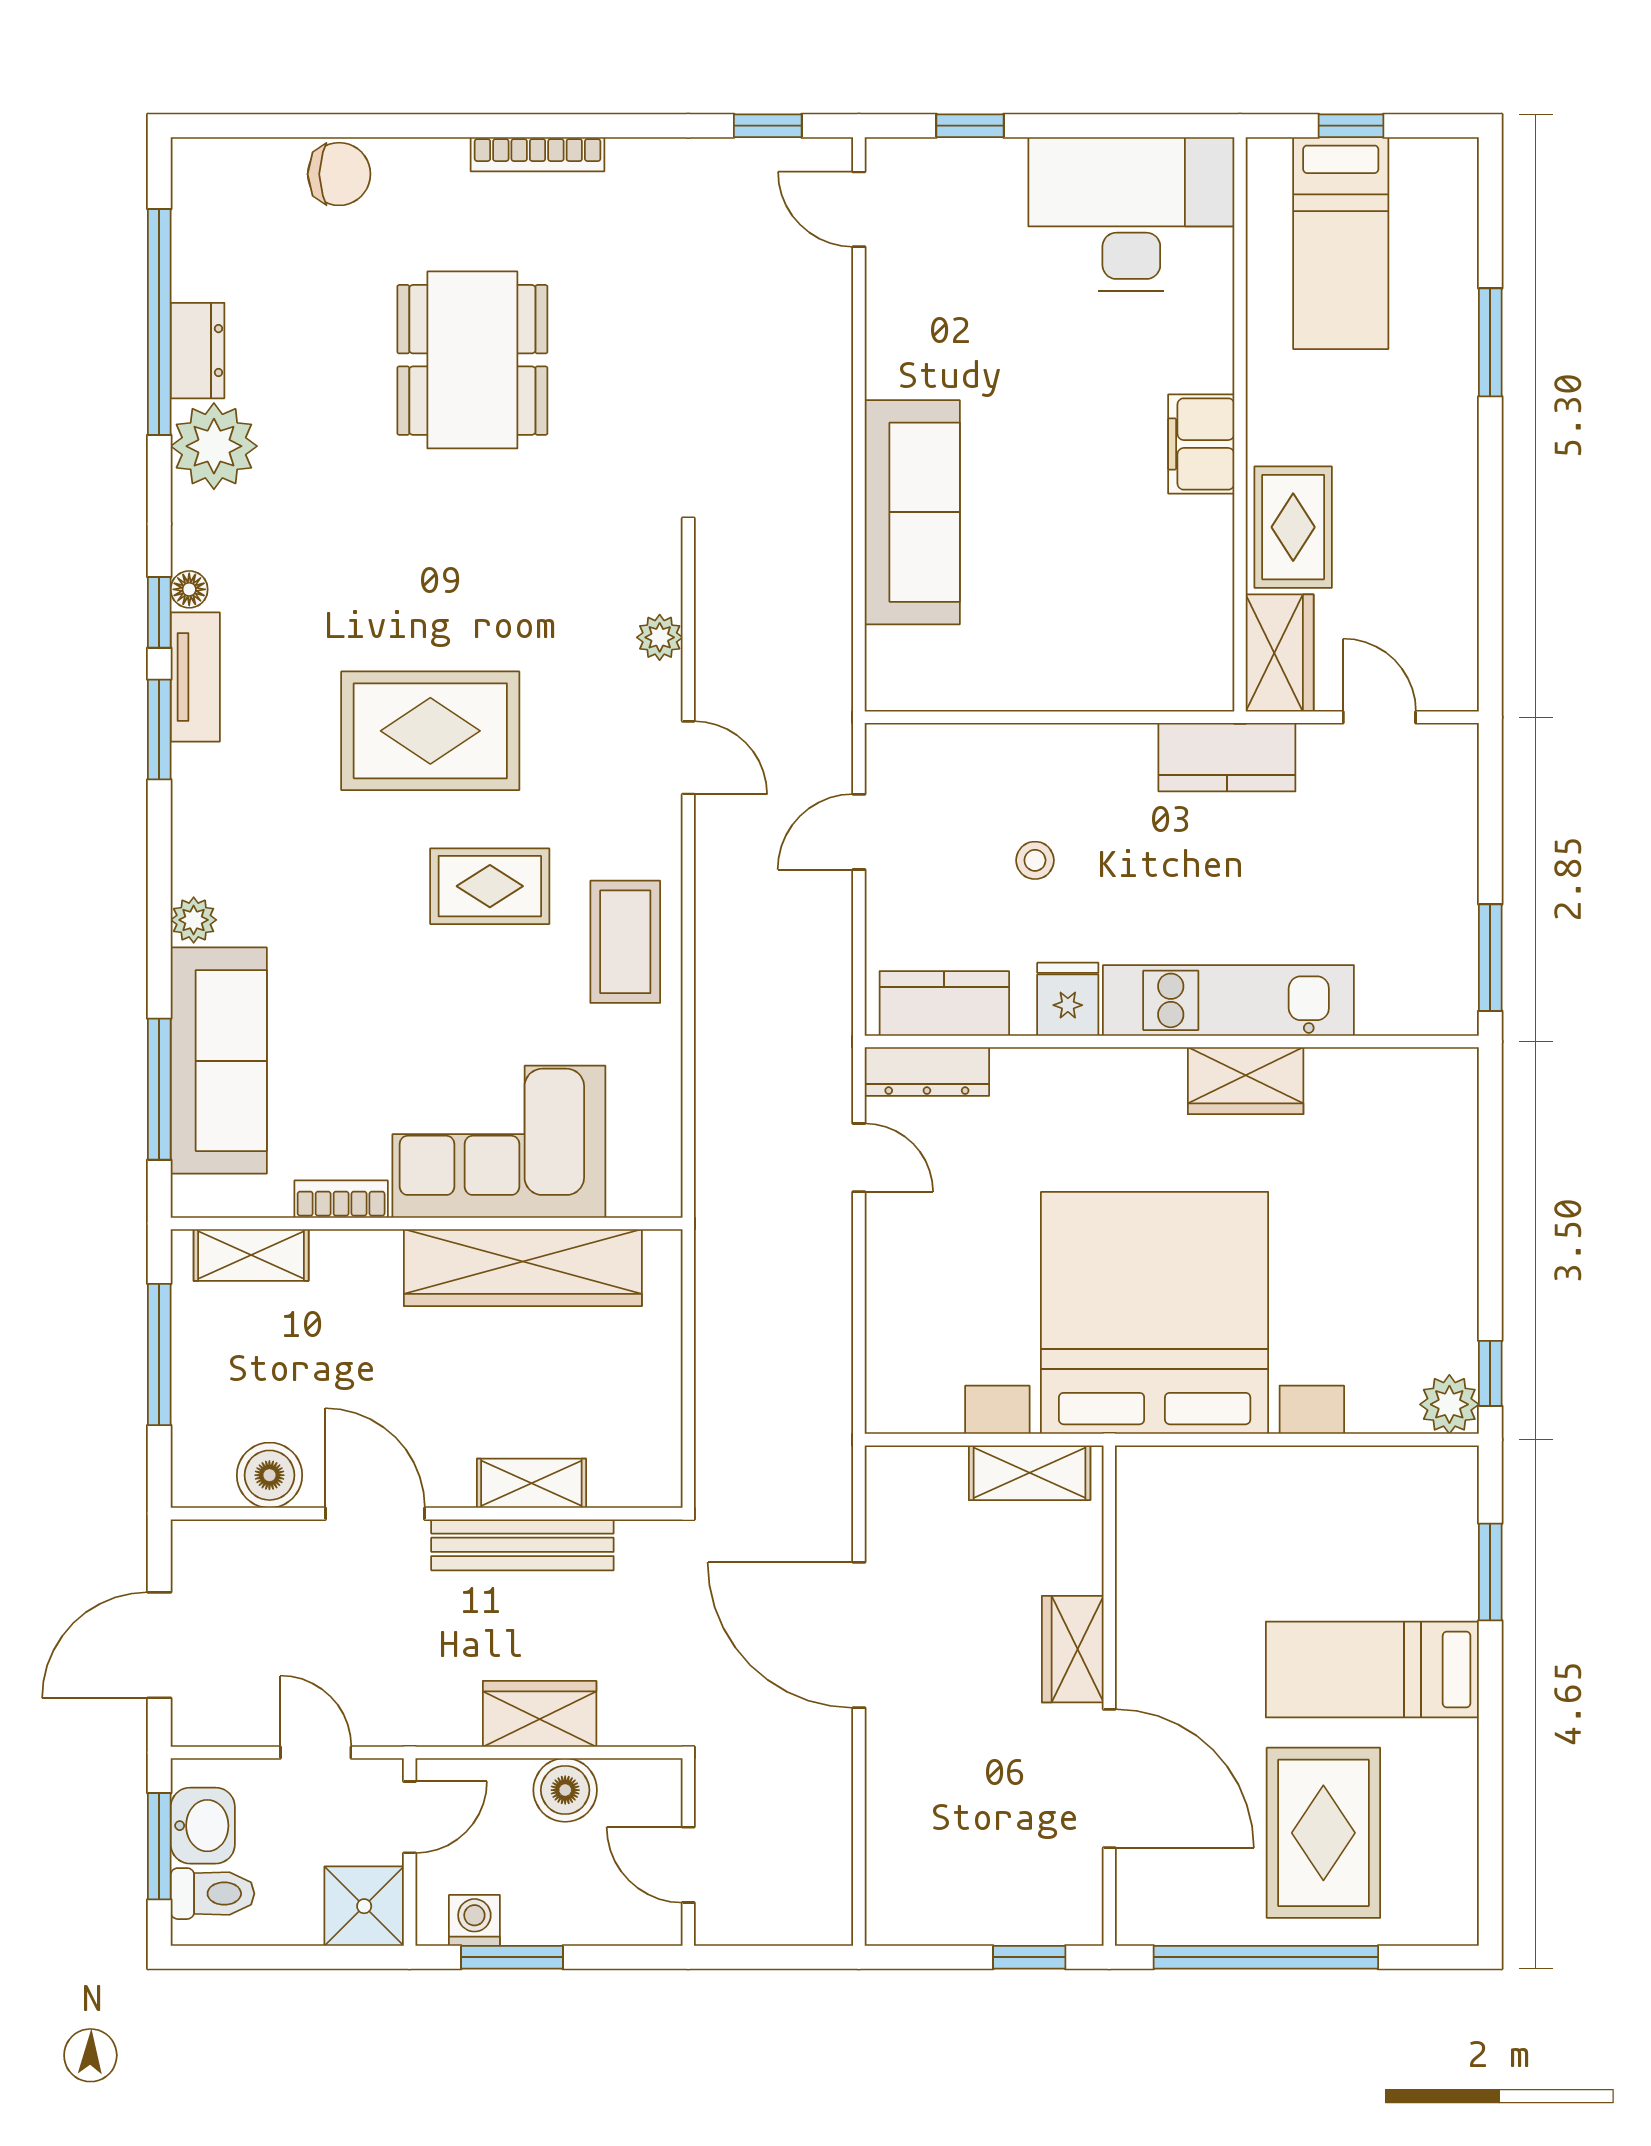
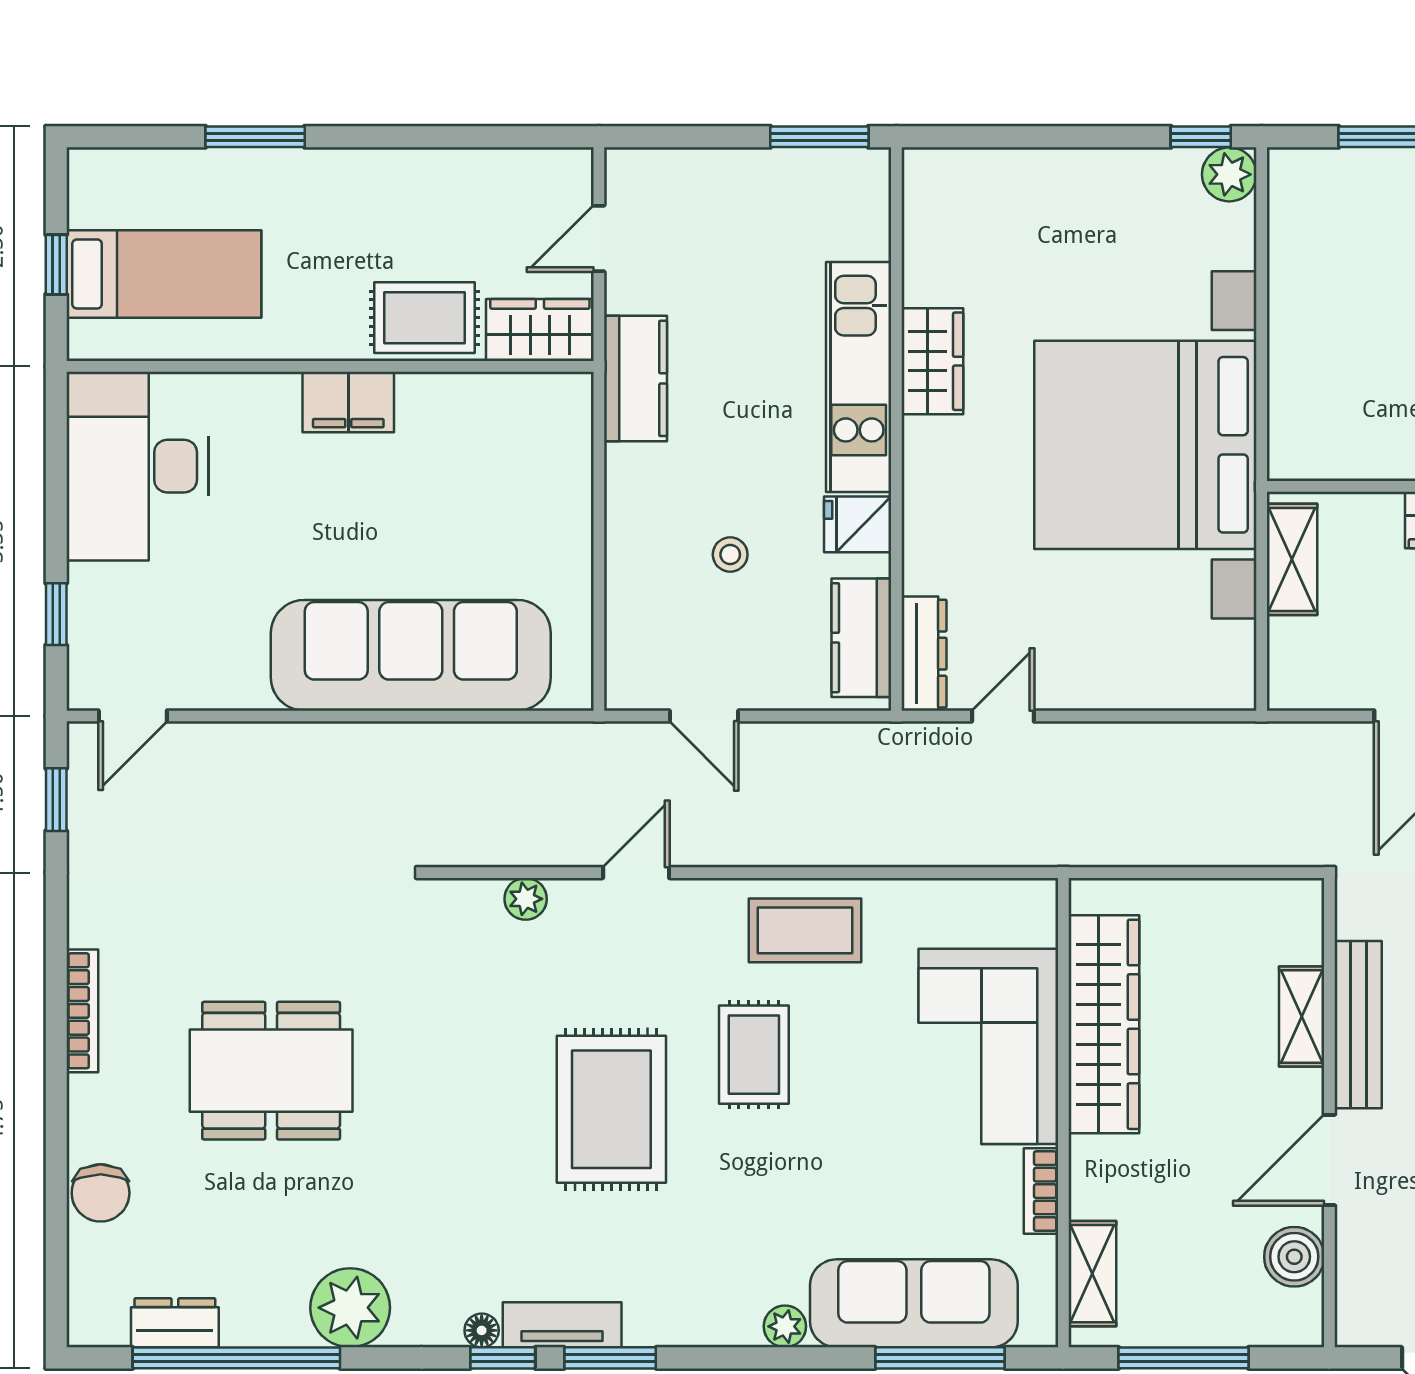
chair: (339, 174) -> (101, 1193), turned 180
dresser: (198, 351) -> (175, 1323), moved
sofa: (912, 512) -> (411, 655), width x1.36, depth x1.27

